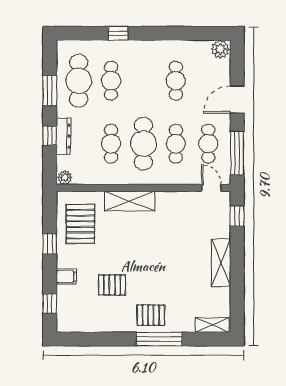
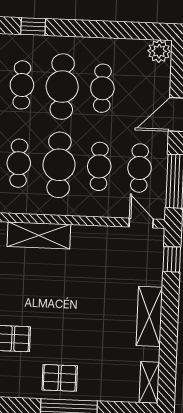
cafe table: (143, 81) -> (62, 87), added
shelving: (212, 325) -> (149, 382), moved, turned 90

